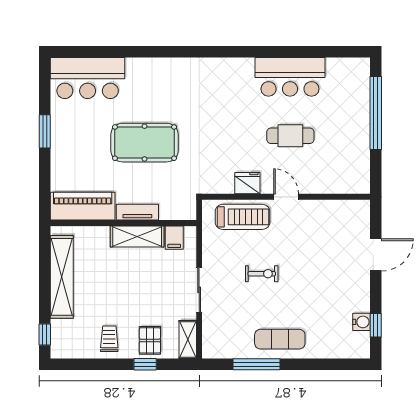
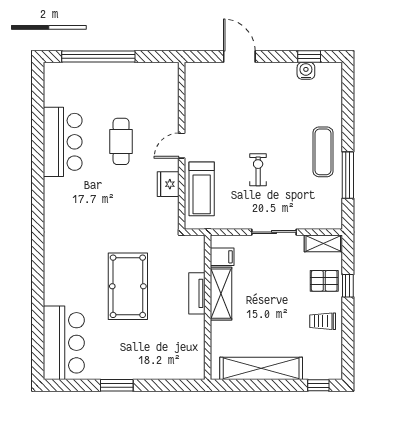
piano: (83, 206) -> (191, 348), removed
treadmill: (243, 217) -> (202, 189), turned 180

